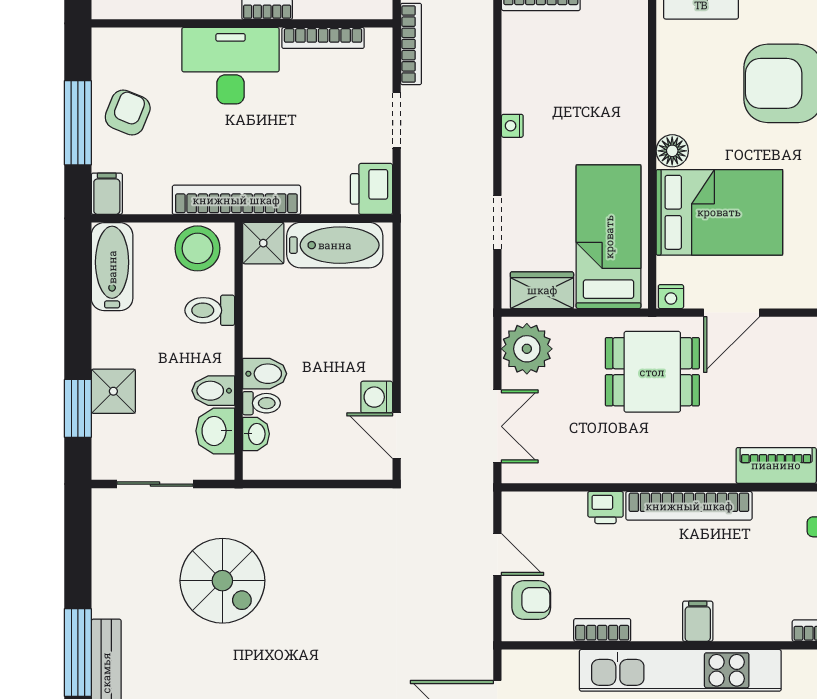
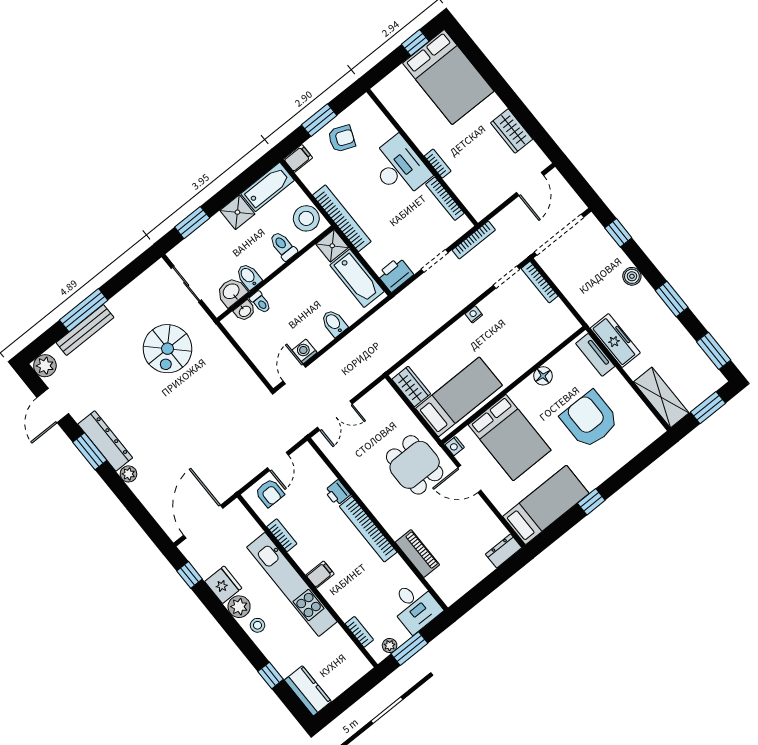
window: (78, 123) -> (319, 120), width x0.69
floor lamp: (672, 151) -> (543, 376), moved
doorway: (497, 222) -> (506, 277), moved
plant: (527, 349) -> (380, 401), removed
bidet: (265, 374) -> (334, 323), moved, turned 180
shower: (113, 391) -> (237, 212), moved

